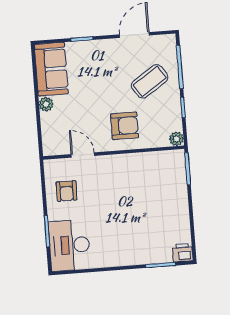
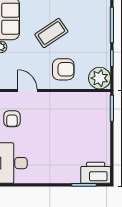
coffee table: (150, 81) -> (51, 33), moved
plant: (176, 139) -> (100, 78), width x1.88, depth x1.88
printer: (183, 253) -> (96, 173), width x1.87, depth x1.48

